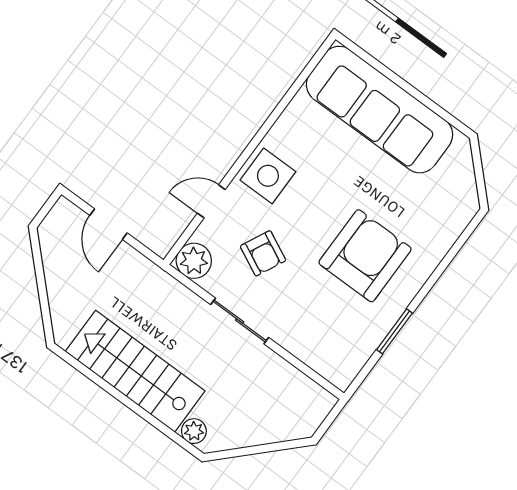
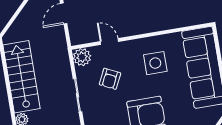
side table: (268, 176) -> (155, 63), moved

